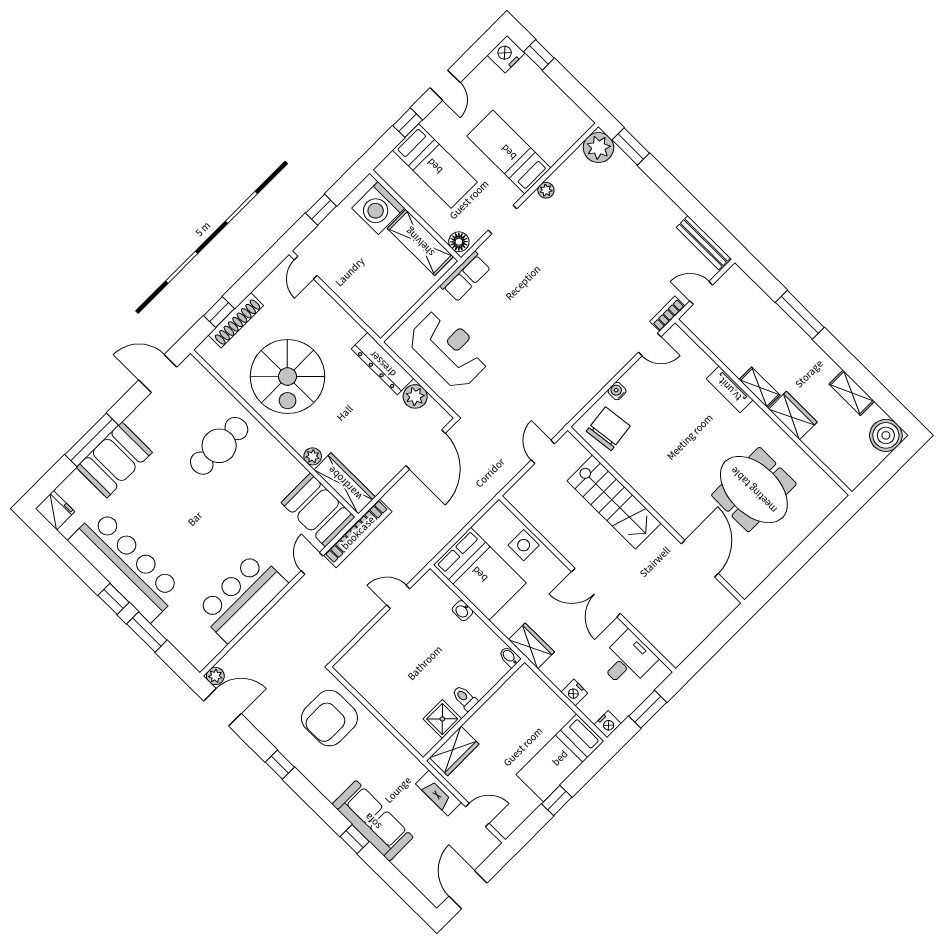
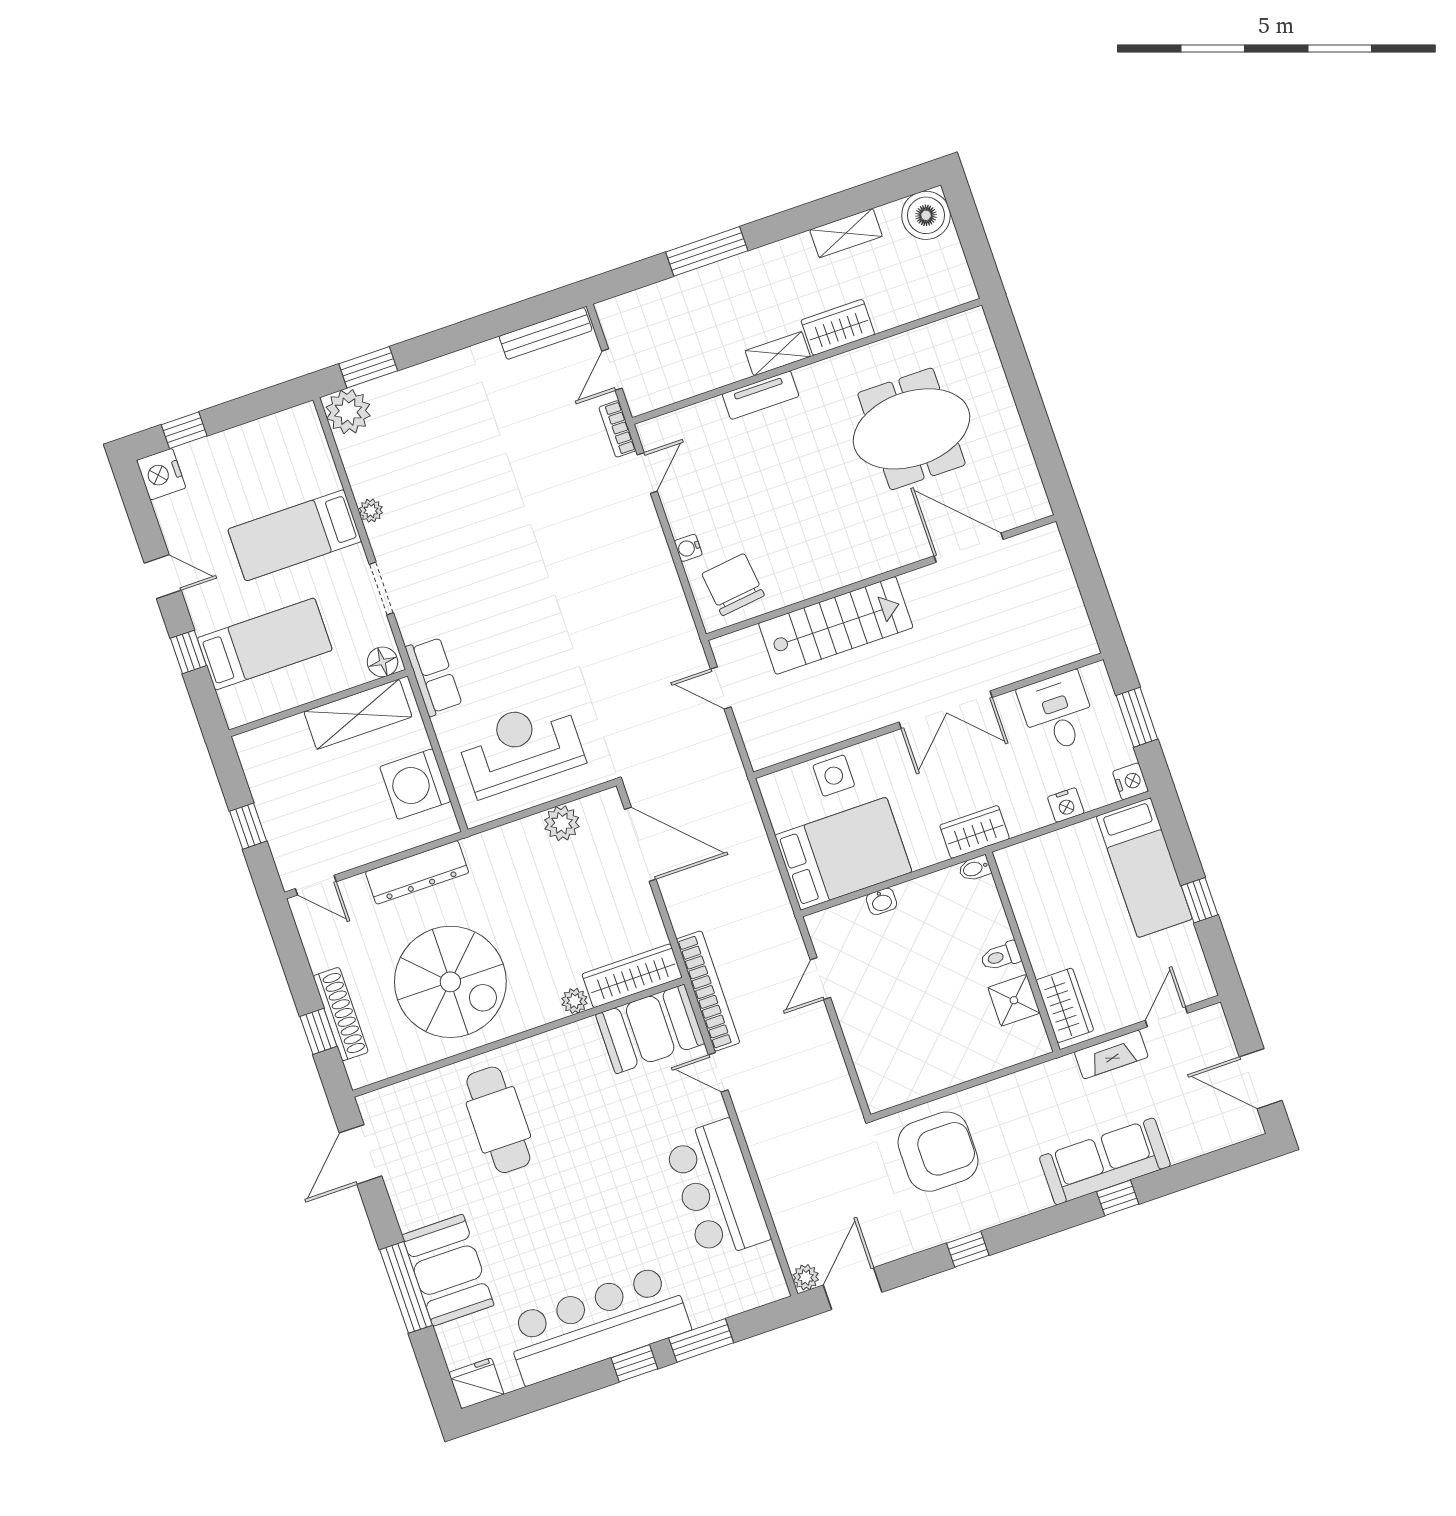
washing machine: (378, 208) -> (415, 784), moved, turned 90
dresser: (383, 364) -> (417, 872), moved
armchair: (329, 718) -> (938, 1152), turned -90

